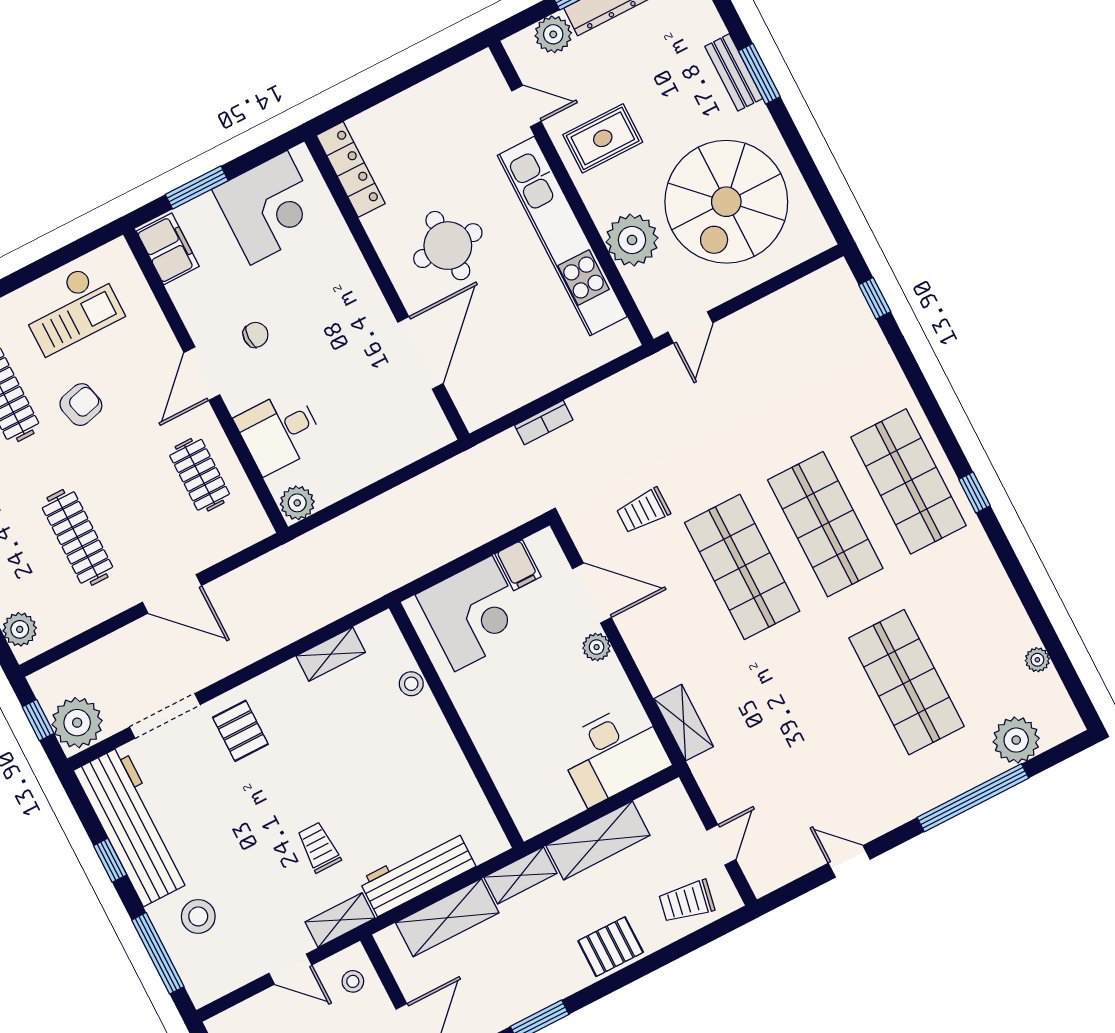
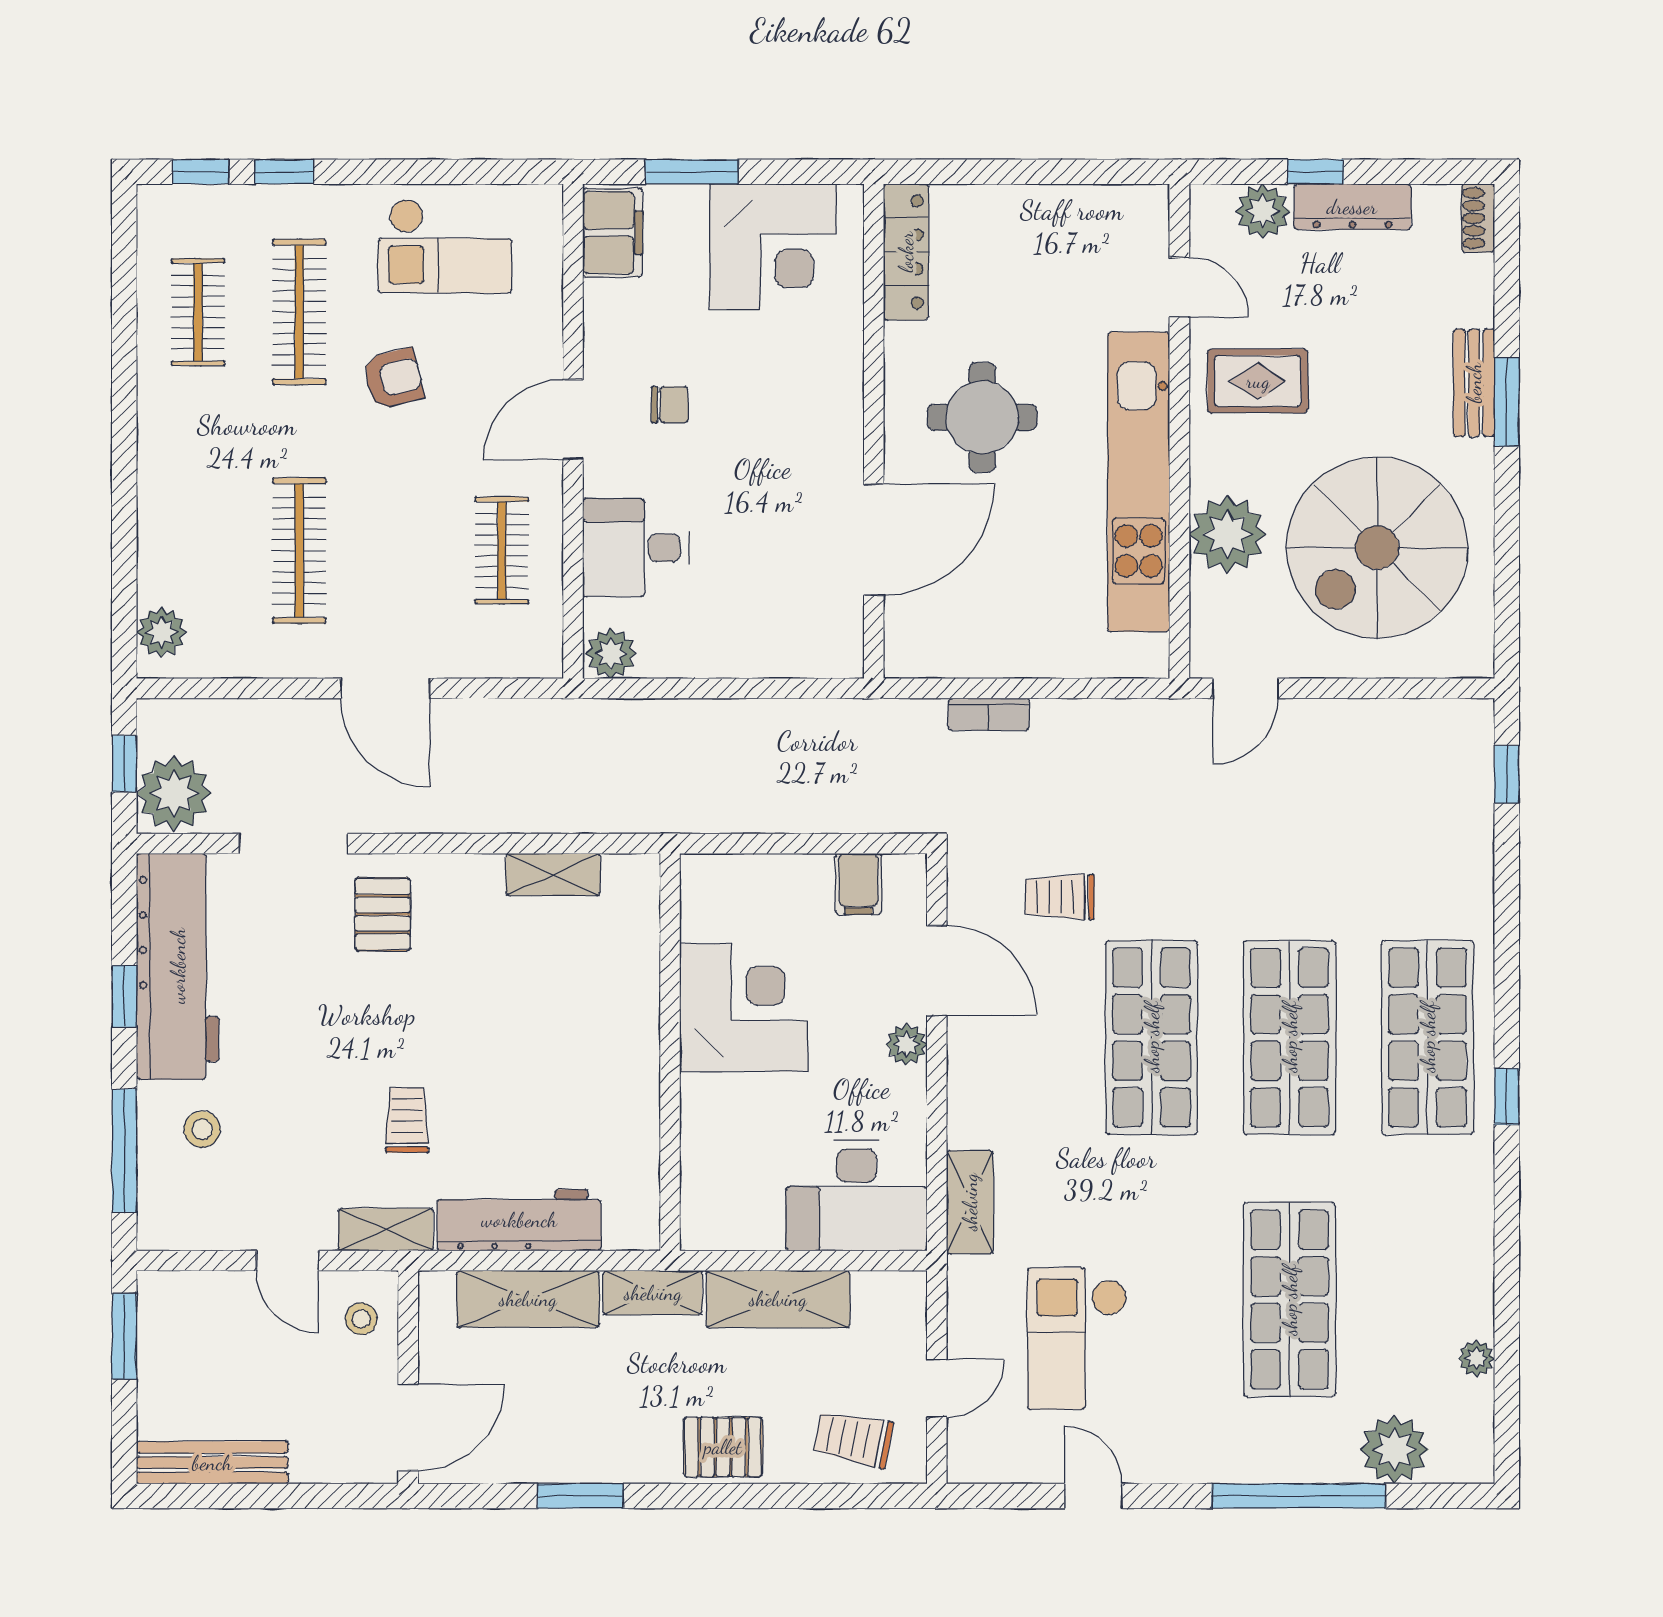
corner desk: (473, 613) -> (744, 1008), moved, turned -90
stool: (411, 684) -> (639, 968), removed
checkout: (791, 772) -> (1077, 1339), added
stool: (198, 916) -> (202, 1129), width x0.73, depth x0.73

